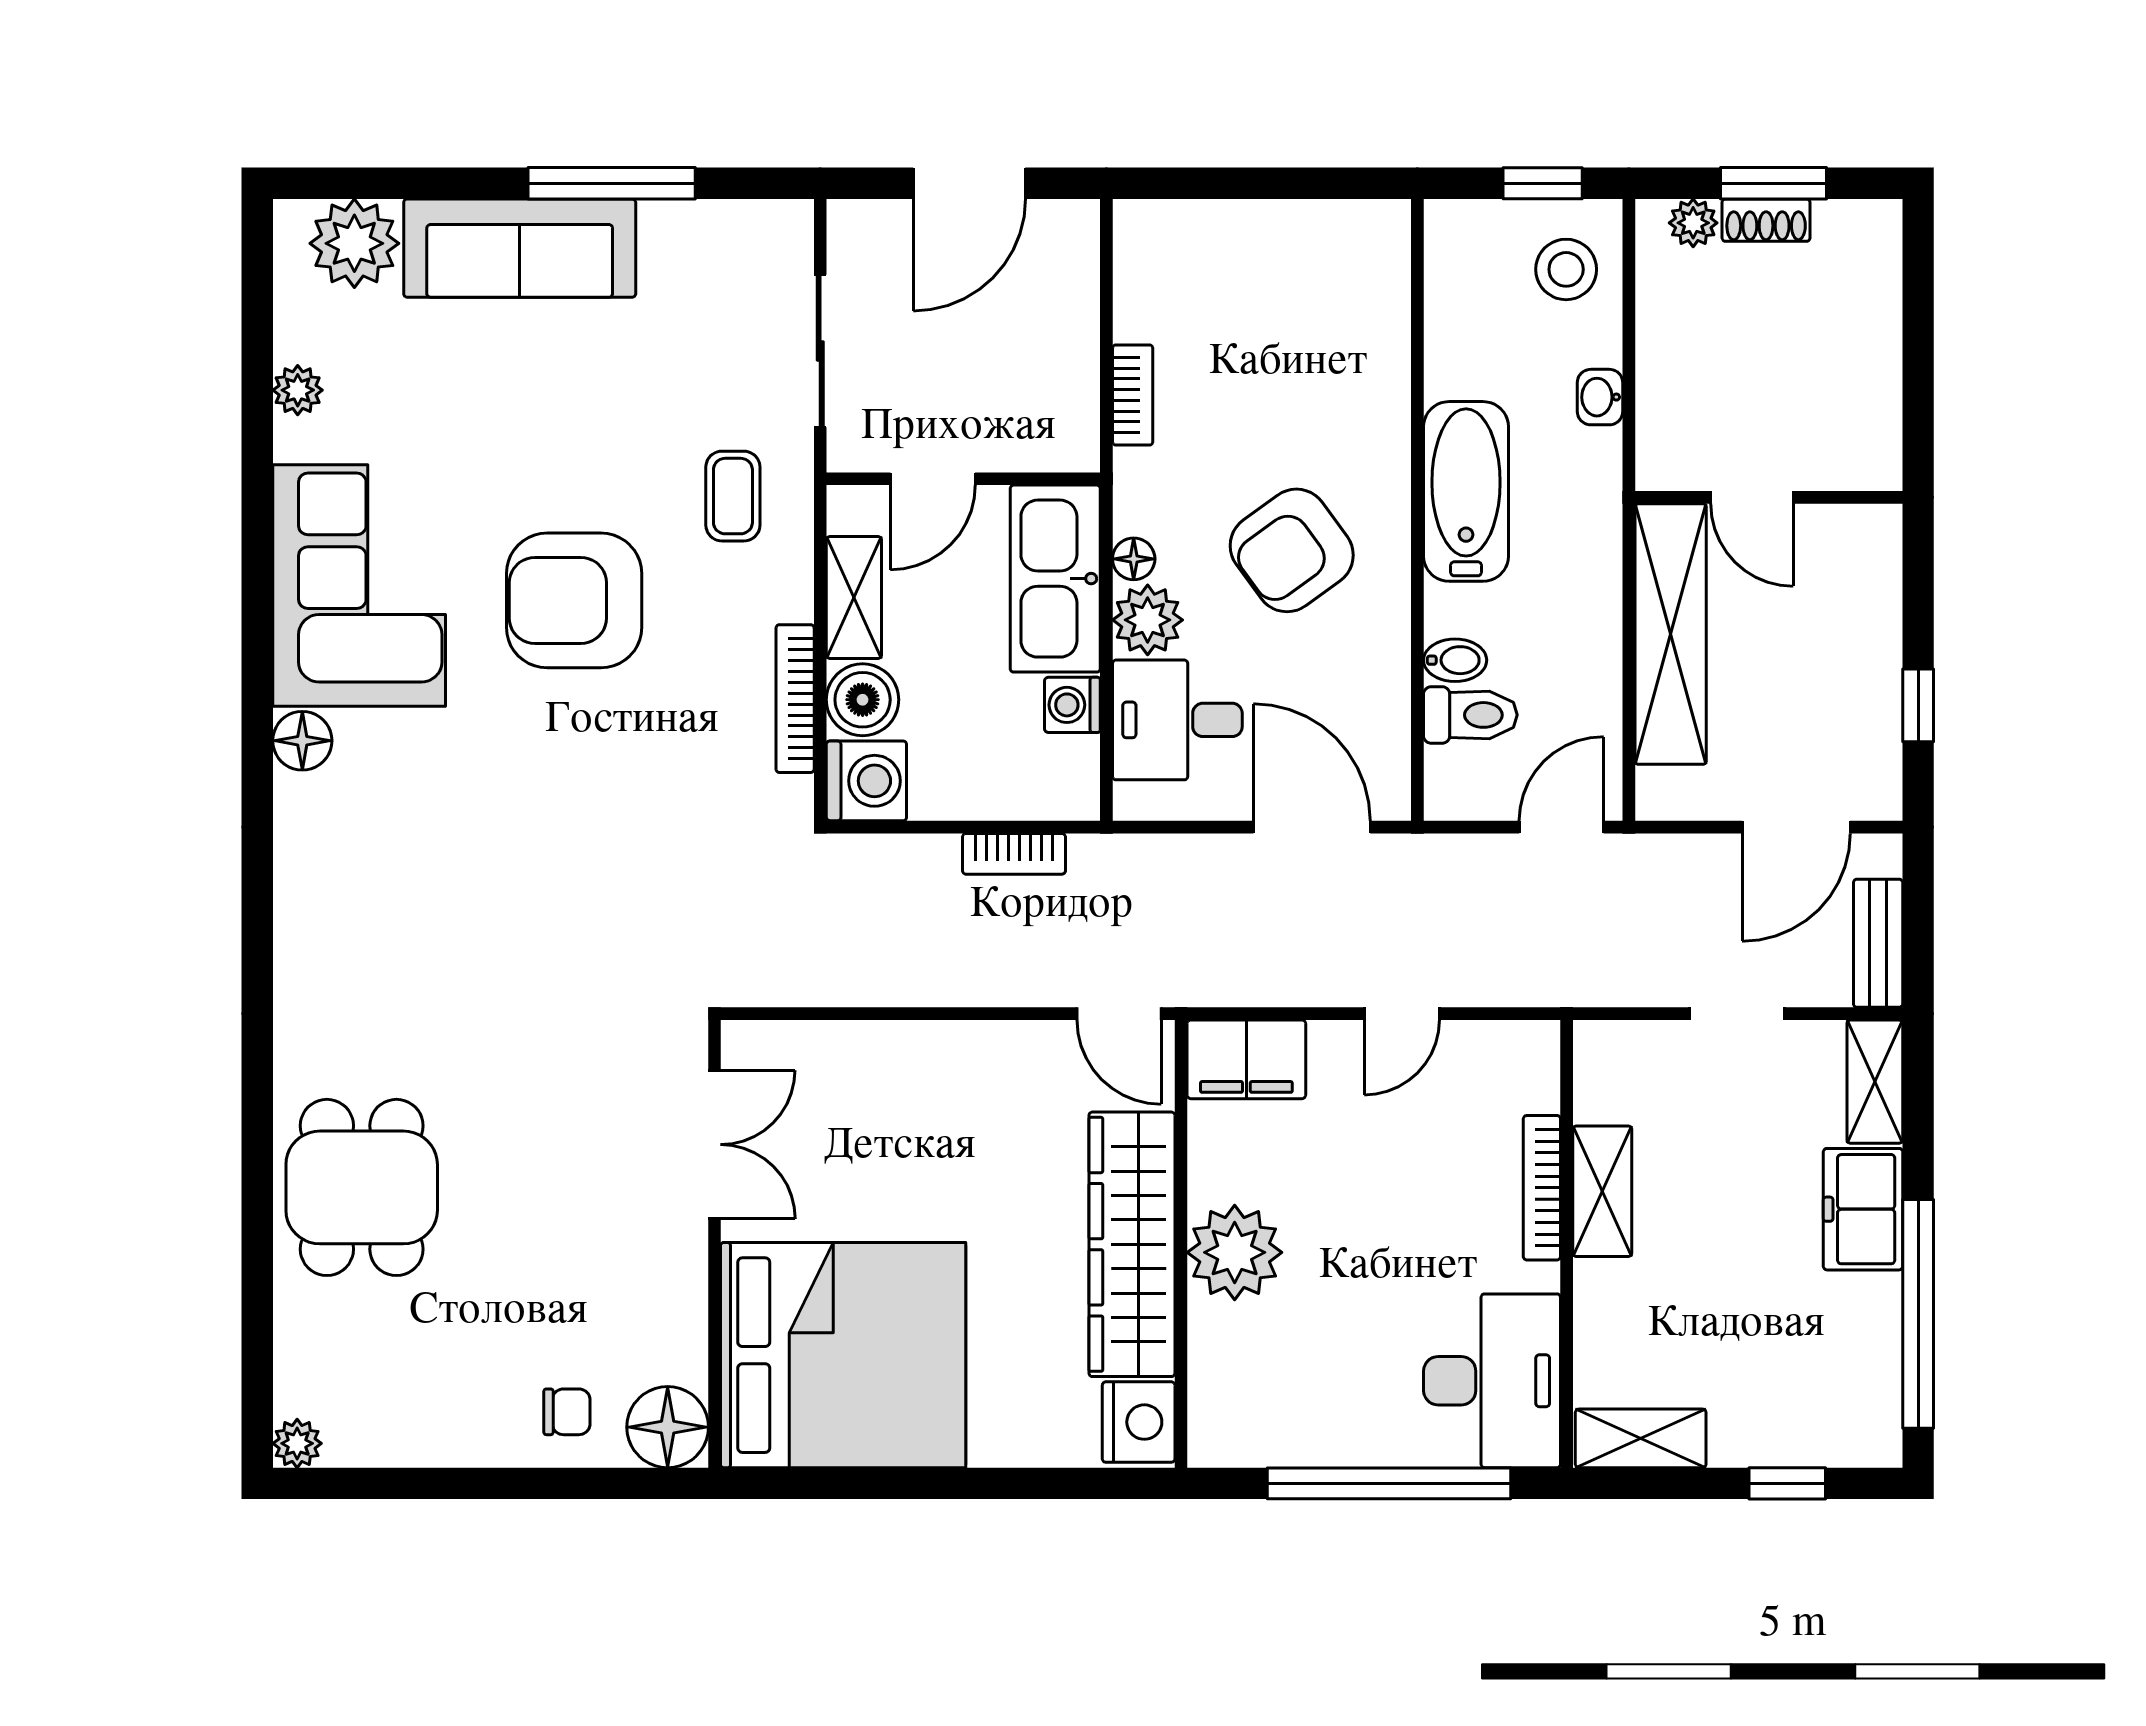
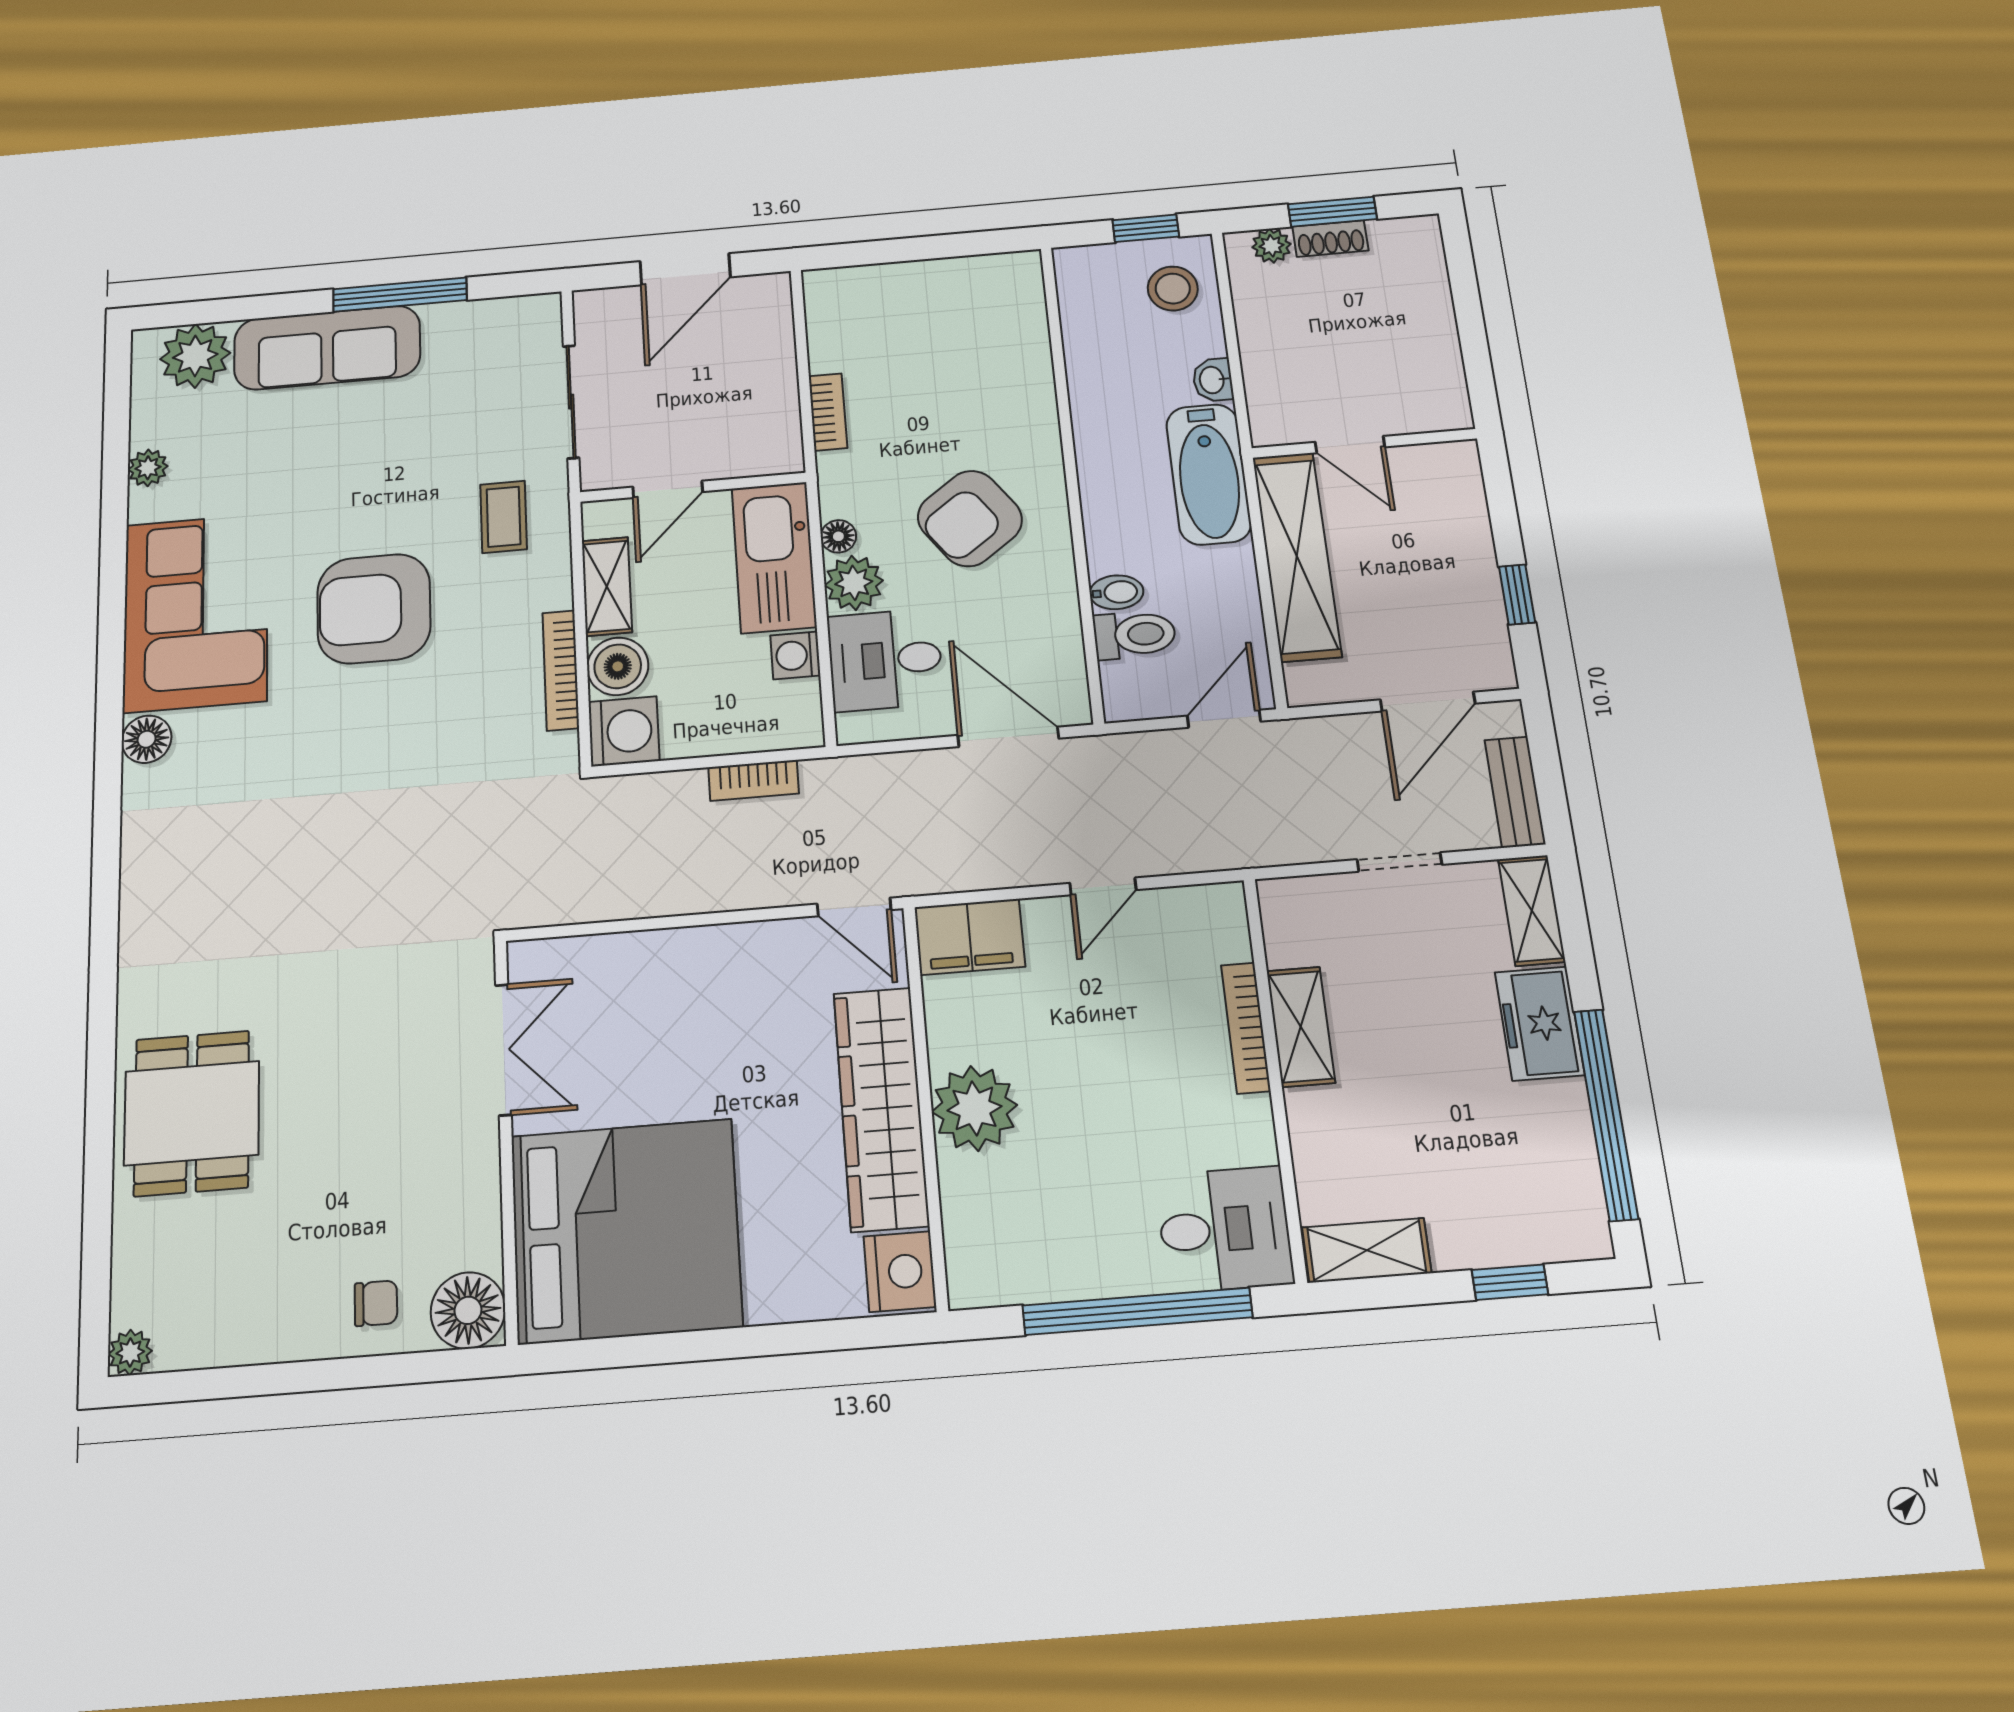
bathtub: (1466, 491) -> (1209, 474), moved, turned 180
desk: (1492, 1381) -> (1225, 1229), width x0.73

